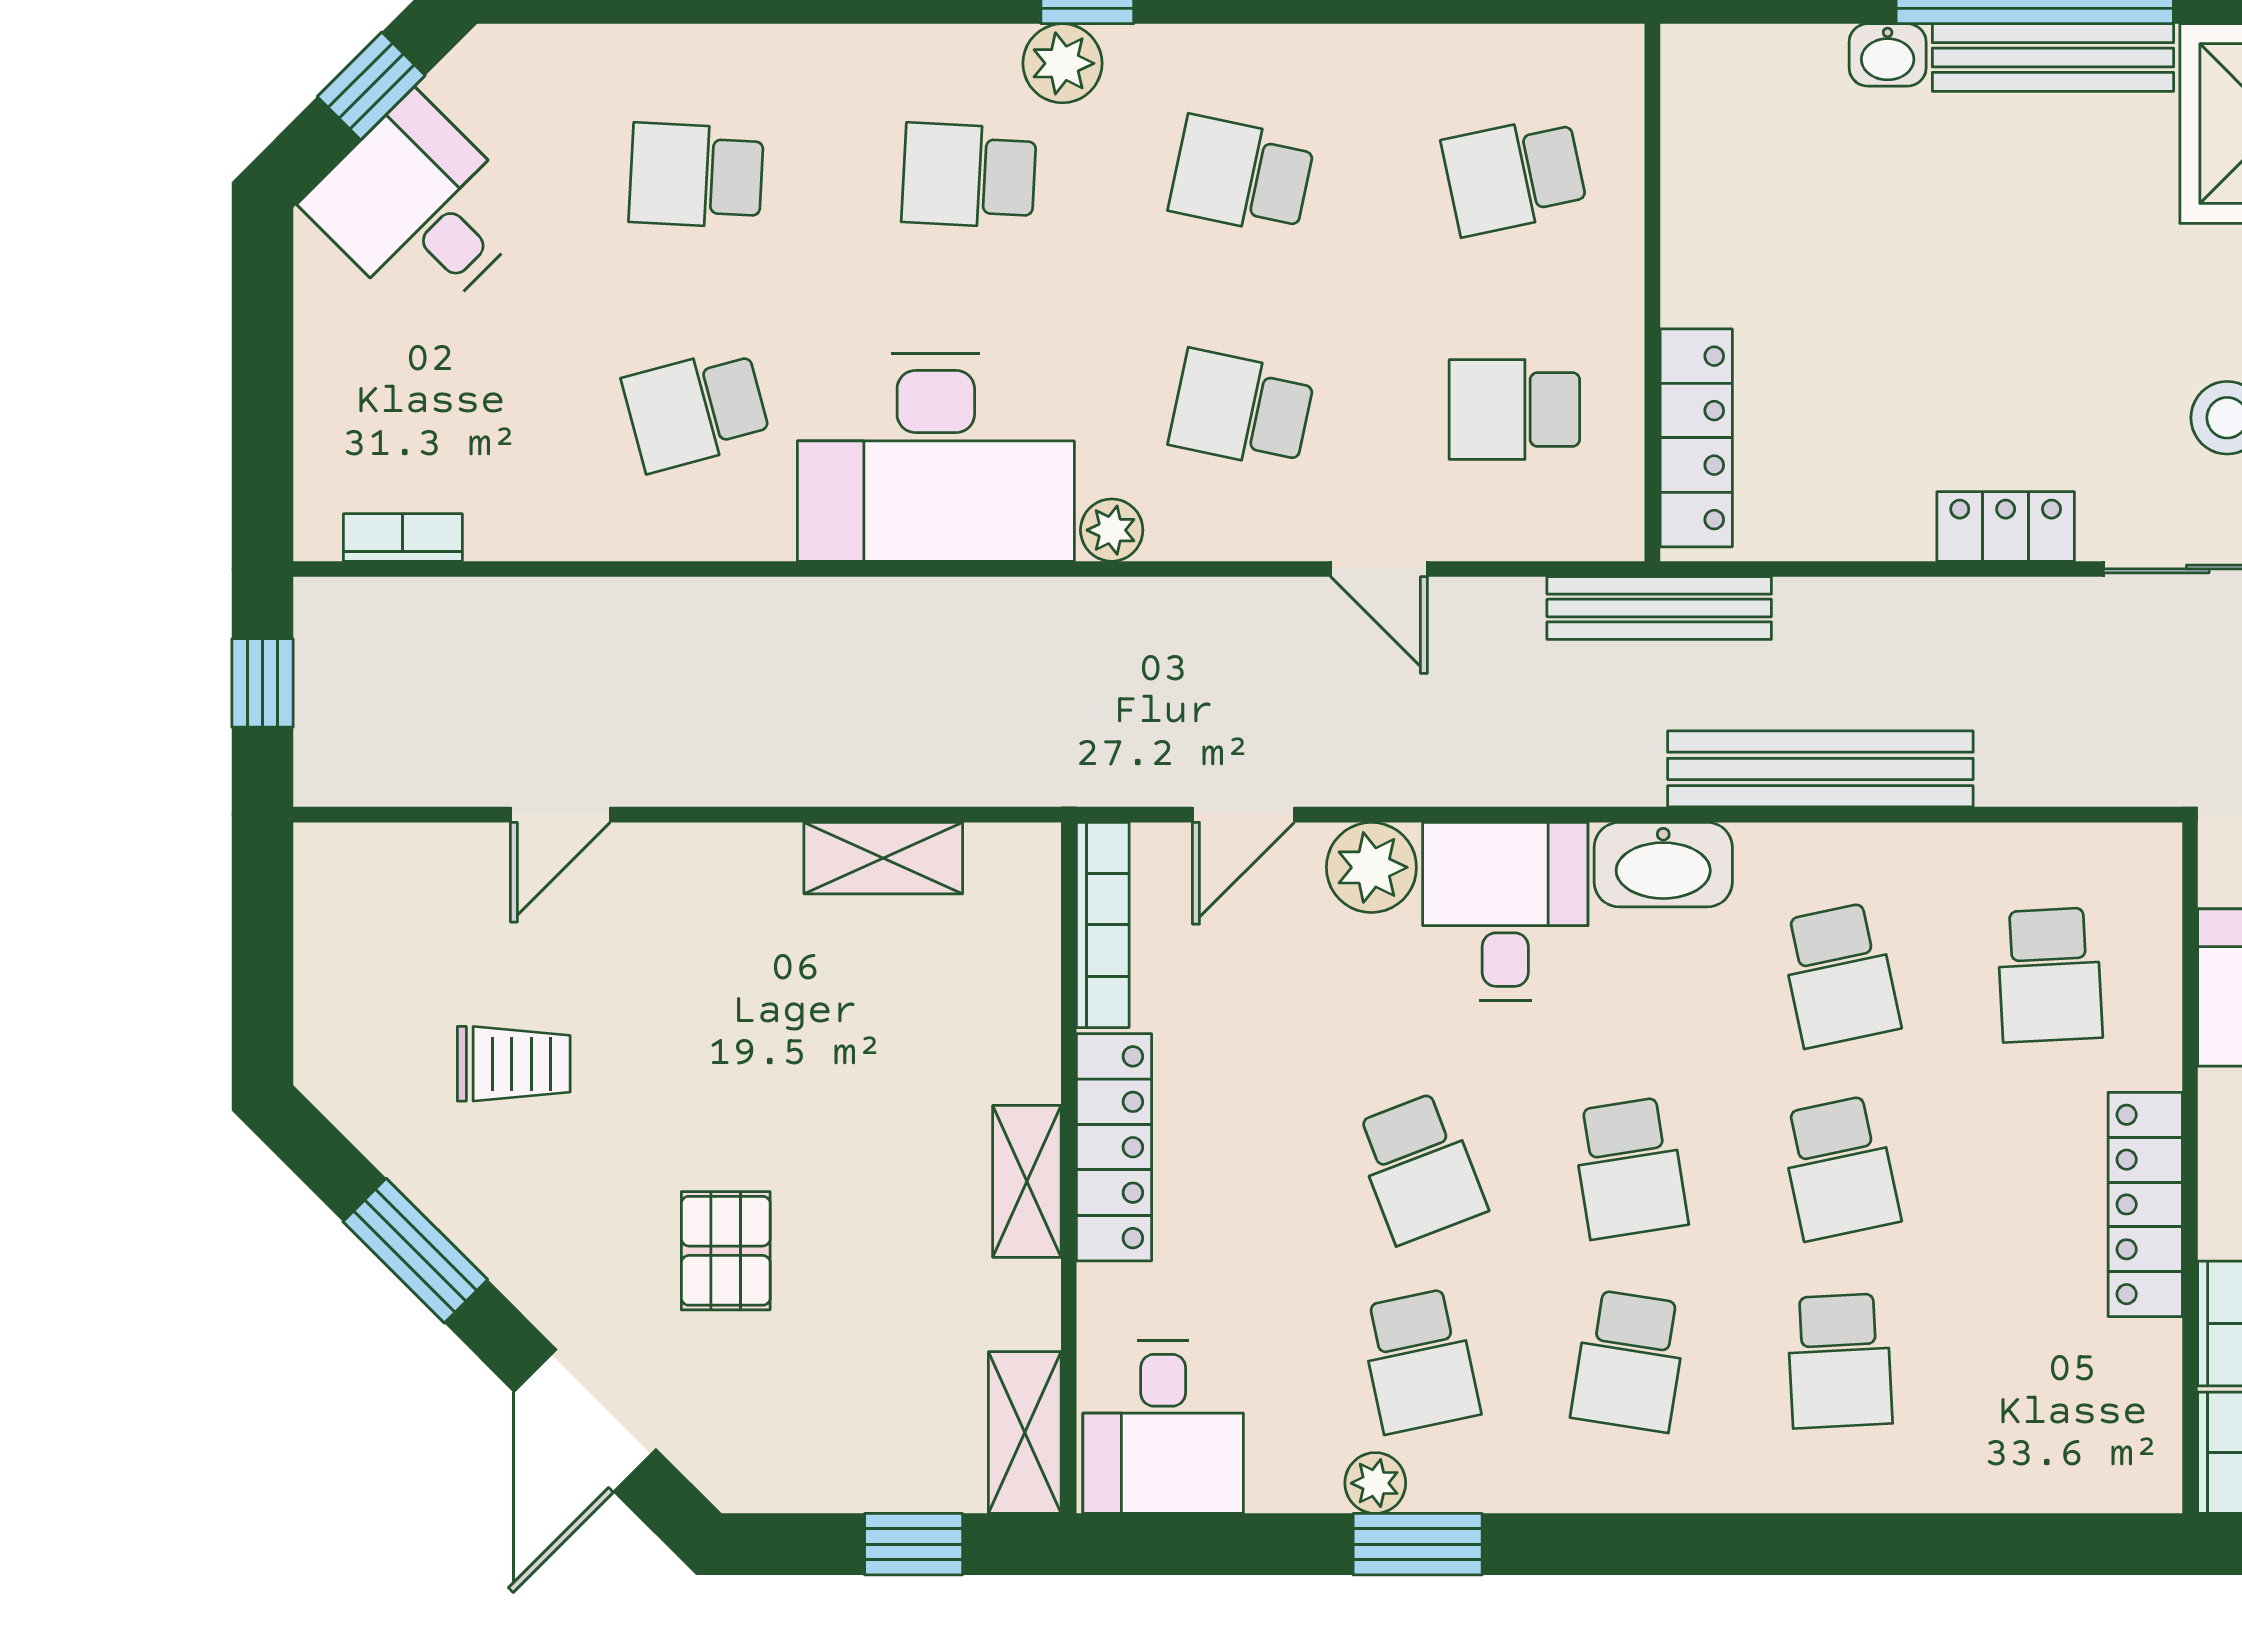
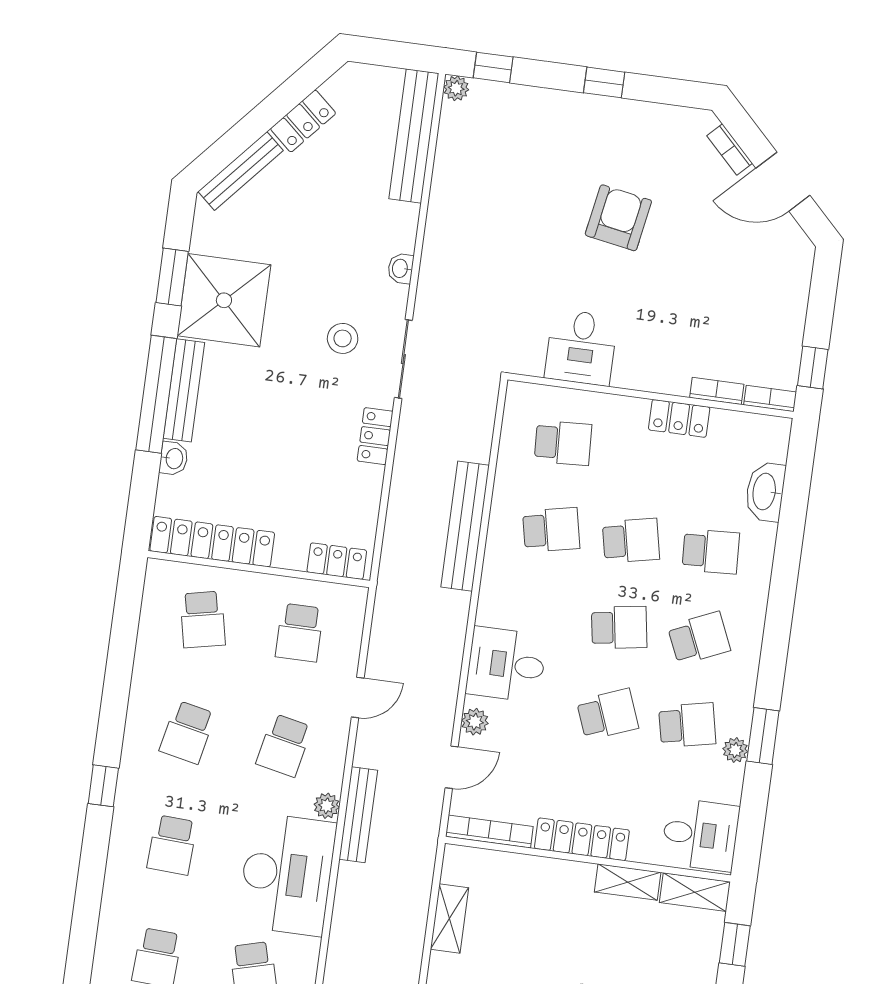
plant: (1062, 63) -> (131, 800), removed
locker: (1702, 173) -> (212, 542), added
locker: (1696, 438) -> (337, 561), width x0.66
bench: (1659, 608) -> (358, 815), moved
door: (1243, 815) -> (452, 767), hinge flipped
washbasin: (1663, 865) -> (765, 492), moved, turned 180
plant: (1371, 867) -> (475, 722), width x0.73, depth x0.73
shelving: (1027, 1181) -> (628, 882), moved
locker: (2145, 1204) -> (679, 418), width x0.66
school desk: (1629, 1361) -> (699, 638), turned -33

